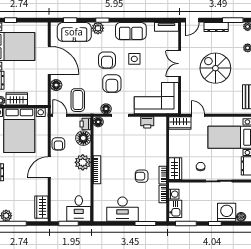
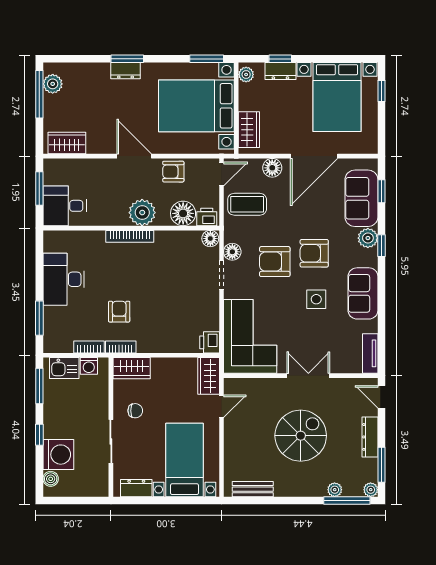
wardrobe: (17, 99) -> (249, 130), moved
printer: (147, 122) -> (210, 342), moved

